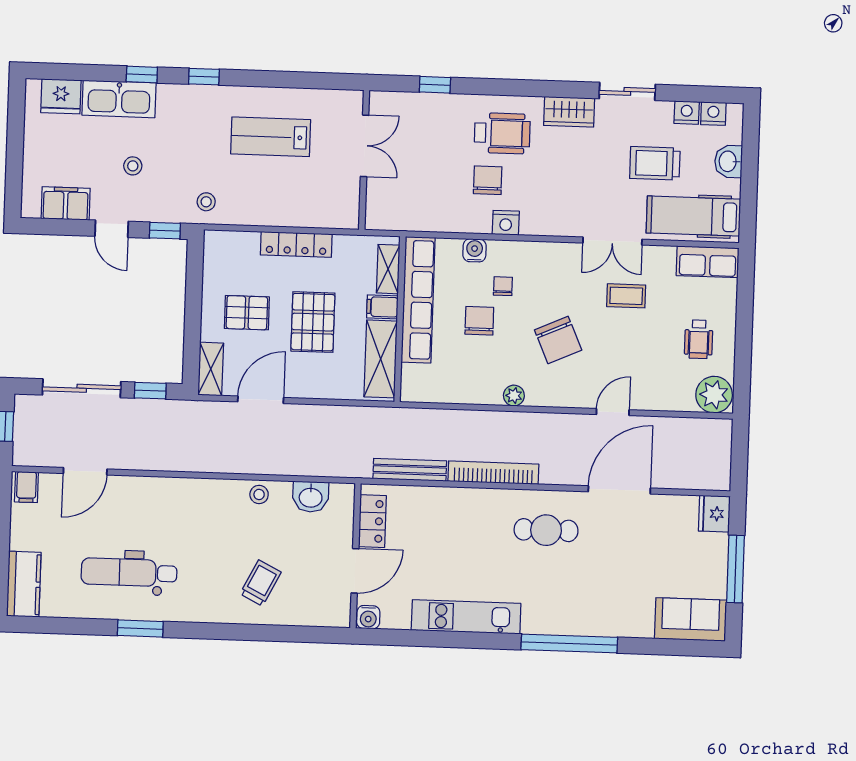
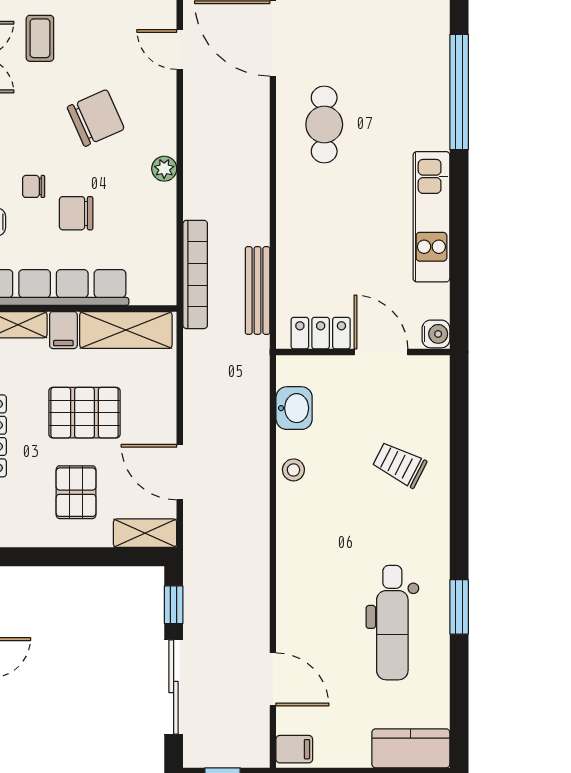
bookcase: (493, 473) -> (195, 274), moved, turned 180

